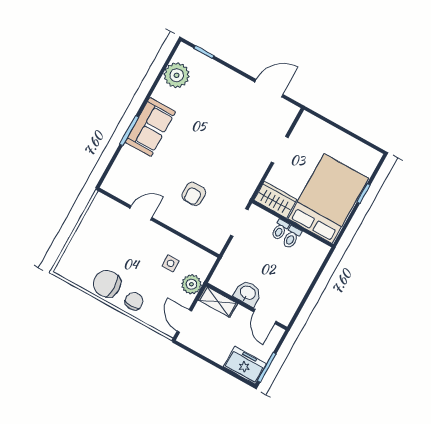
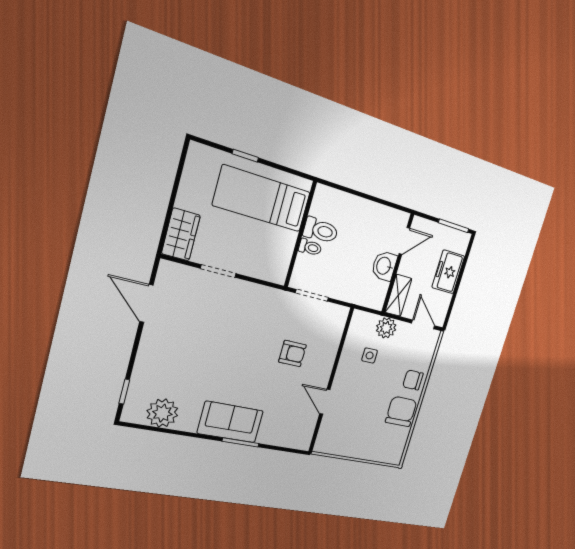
bed: (328, 199) -> (262, 199), width x0.67
wardrobe: (275, 200) -> (181, 234), moved, turned 180
toilet: (292, 237) -> (321, 230), width x1.37, depth x1.39
chair: (107, 284) -> (401, 411), turned 180
door: (184, 321) -> (423, 324), swing flipped
freezer: (245, 365) -> (448, 272), moved

